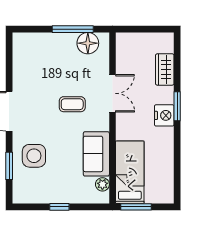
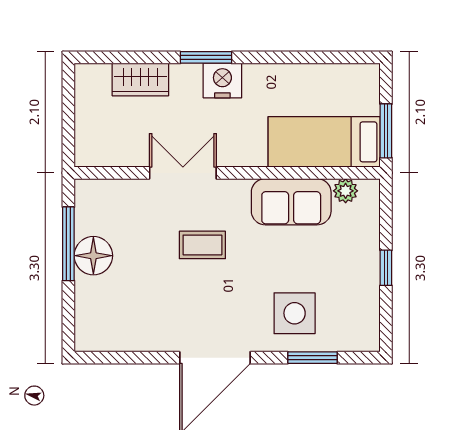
floor lamp: (88, 43) -> (93, 256), moved
coffee table: (72, 104) -> (202, 245), turned 90

